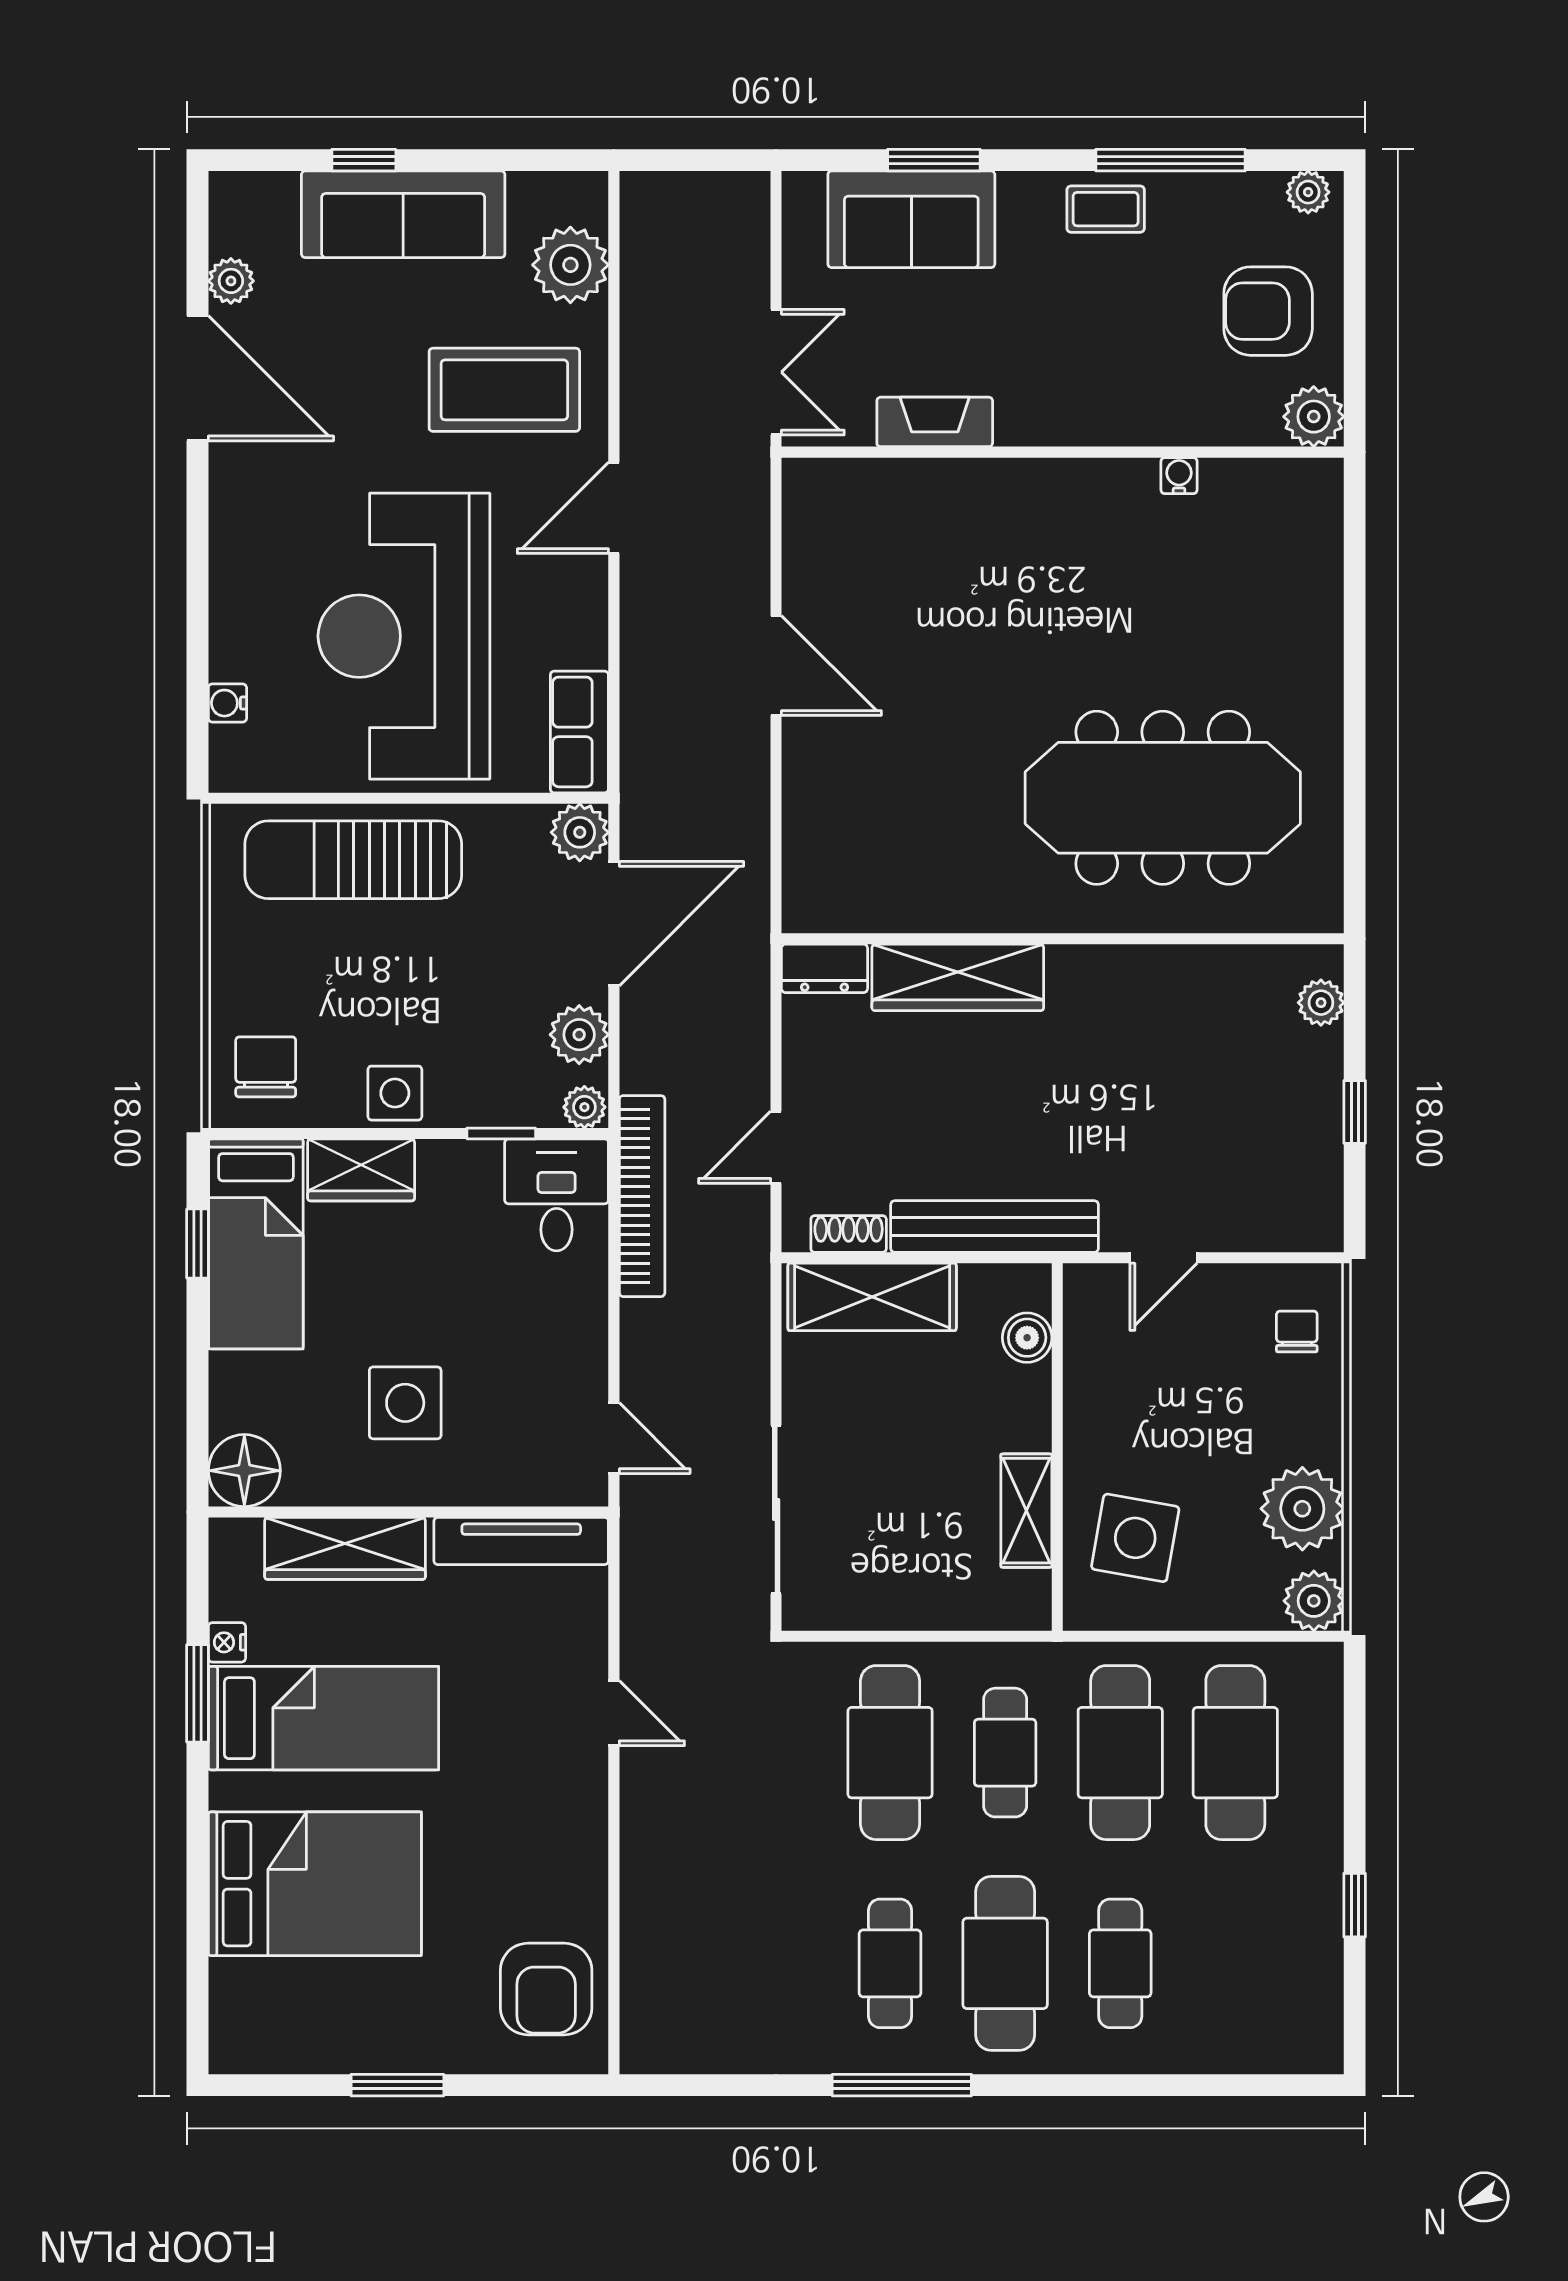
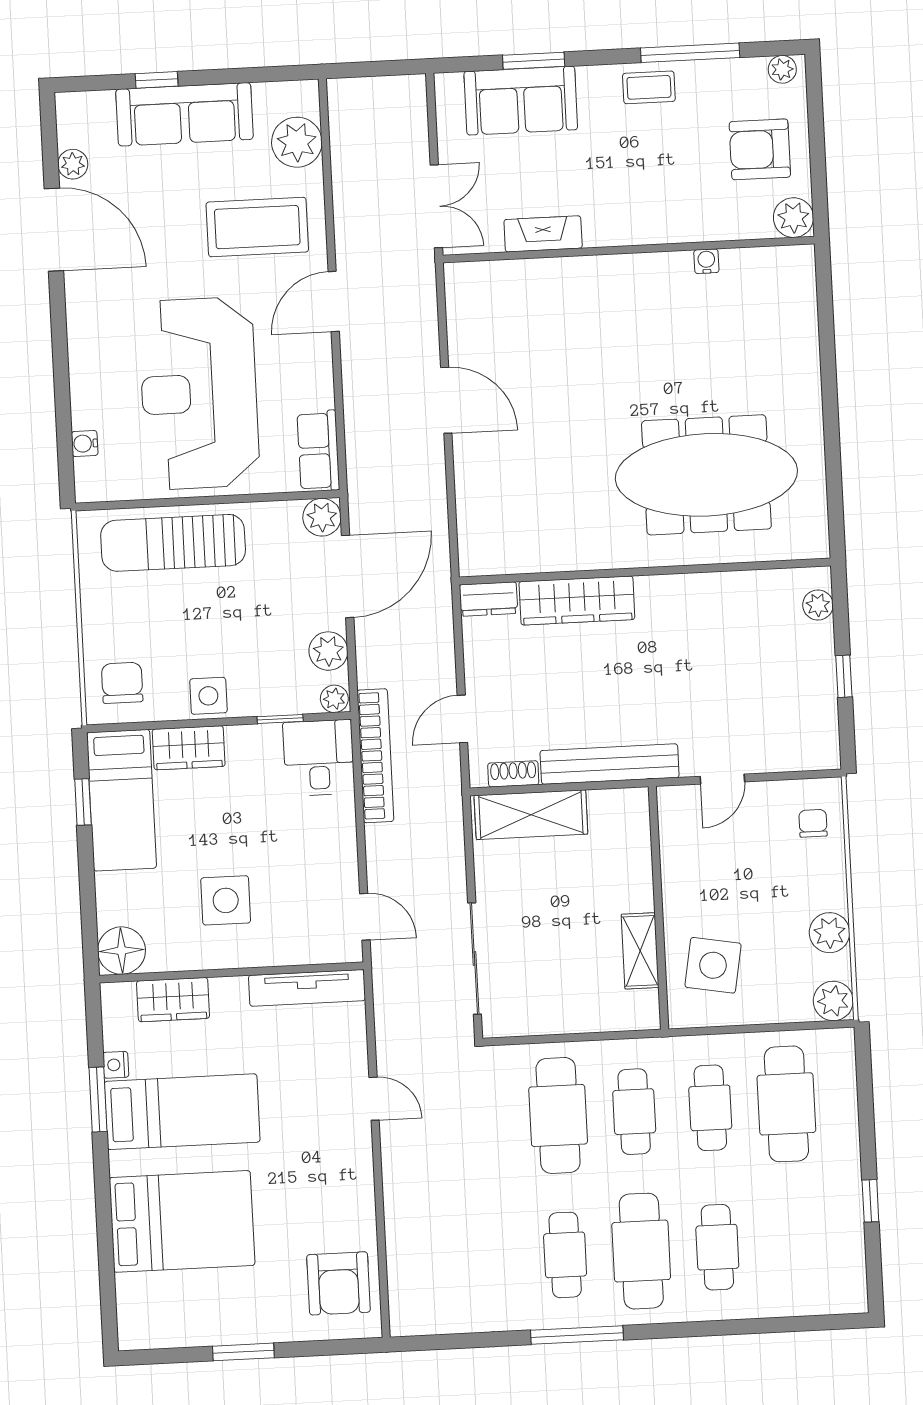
boiler: (1027, 1338) -> (635, 836), removed
plant: (1302, 1509) -> (830, 933), width x0.73, depth x0.73
wardrobe: (345, 1548) -> (173, 1000), width x0.67
cafe table: (1120, 1753) -> (710, 1108), width x0.73, depth x0.74

